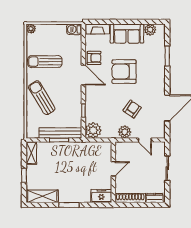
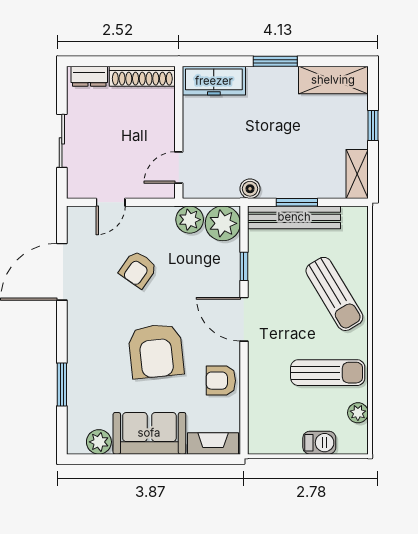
plant: (31, 29) -> (358, 413), moved
barbecue: (74, 29) -> (319, 443), moved
armchair: (124, 72) -> (156, 351), turned 84
door: (83, 75) -> (244, 319), moved
plant: (125, 132) -> (190, 220), moved
door: (145, 140) -> (111, 202), swing flipped
boiler: (81, 146) -> (250, 189), added
door: (113, 169) -> (179, 168), moved
freezer: (101, 196) -> (214, 81), width x1.40

